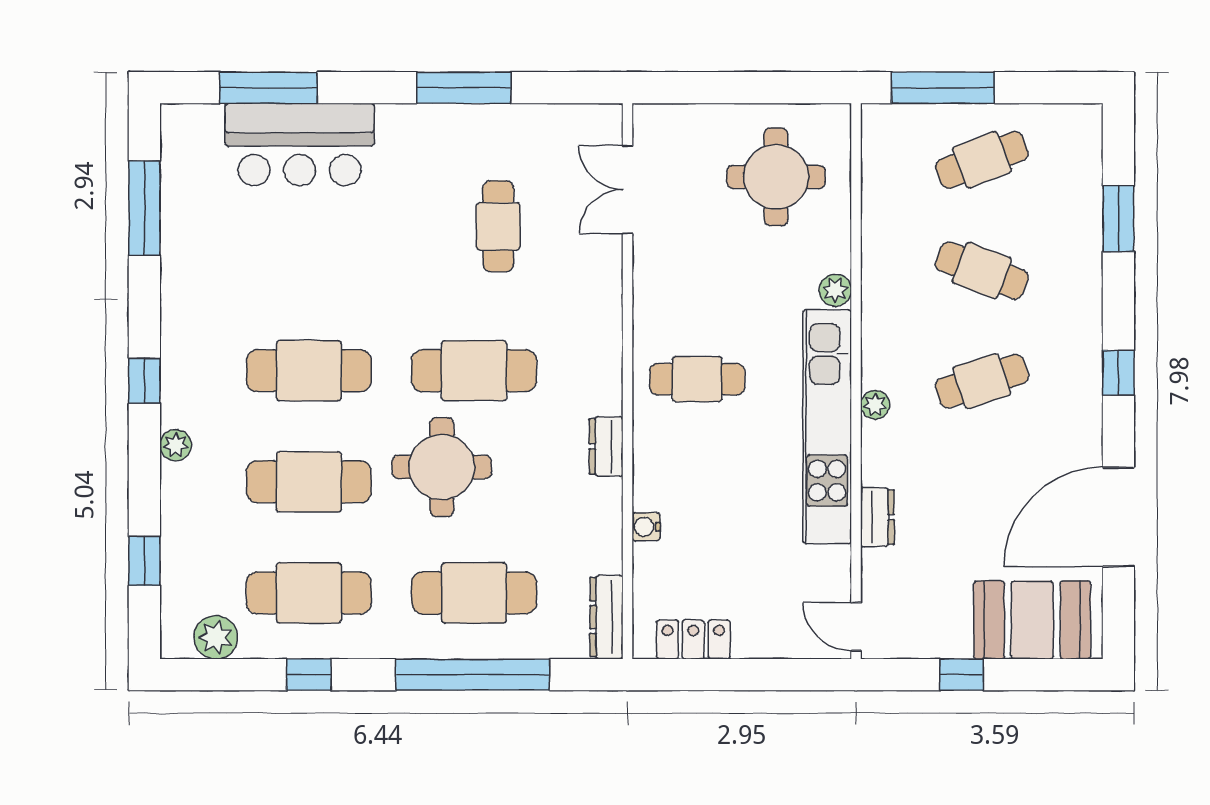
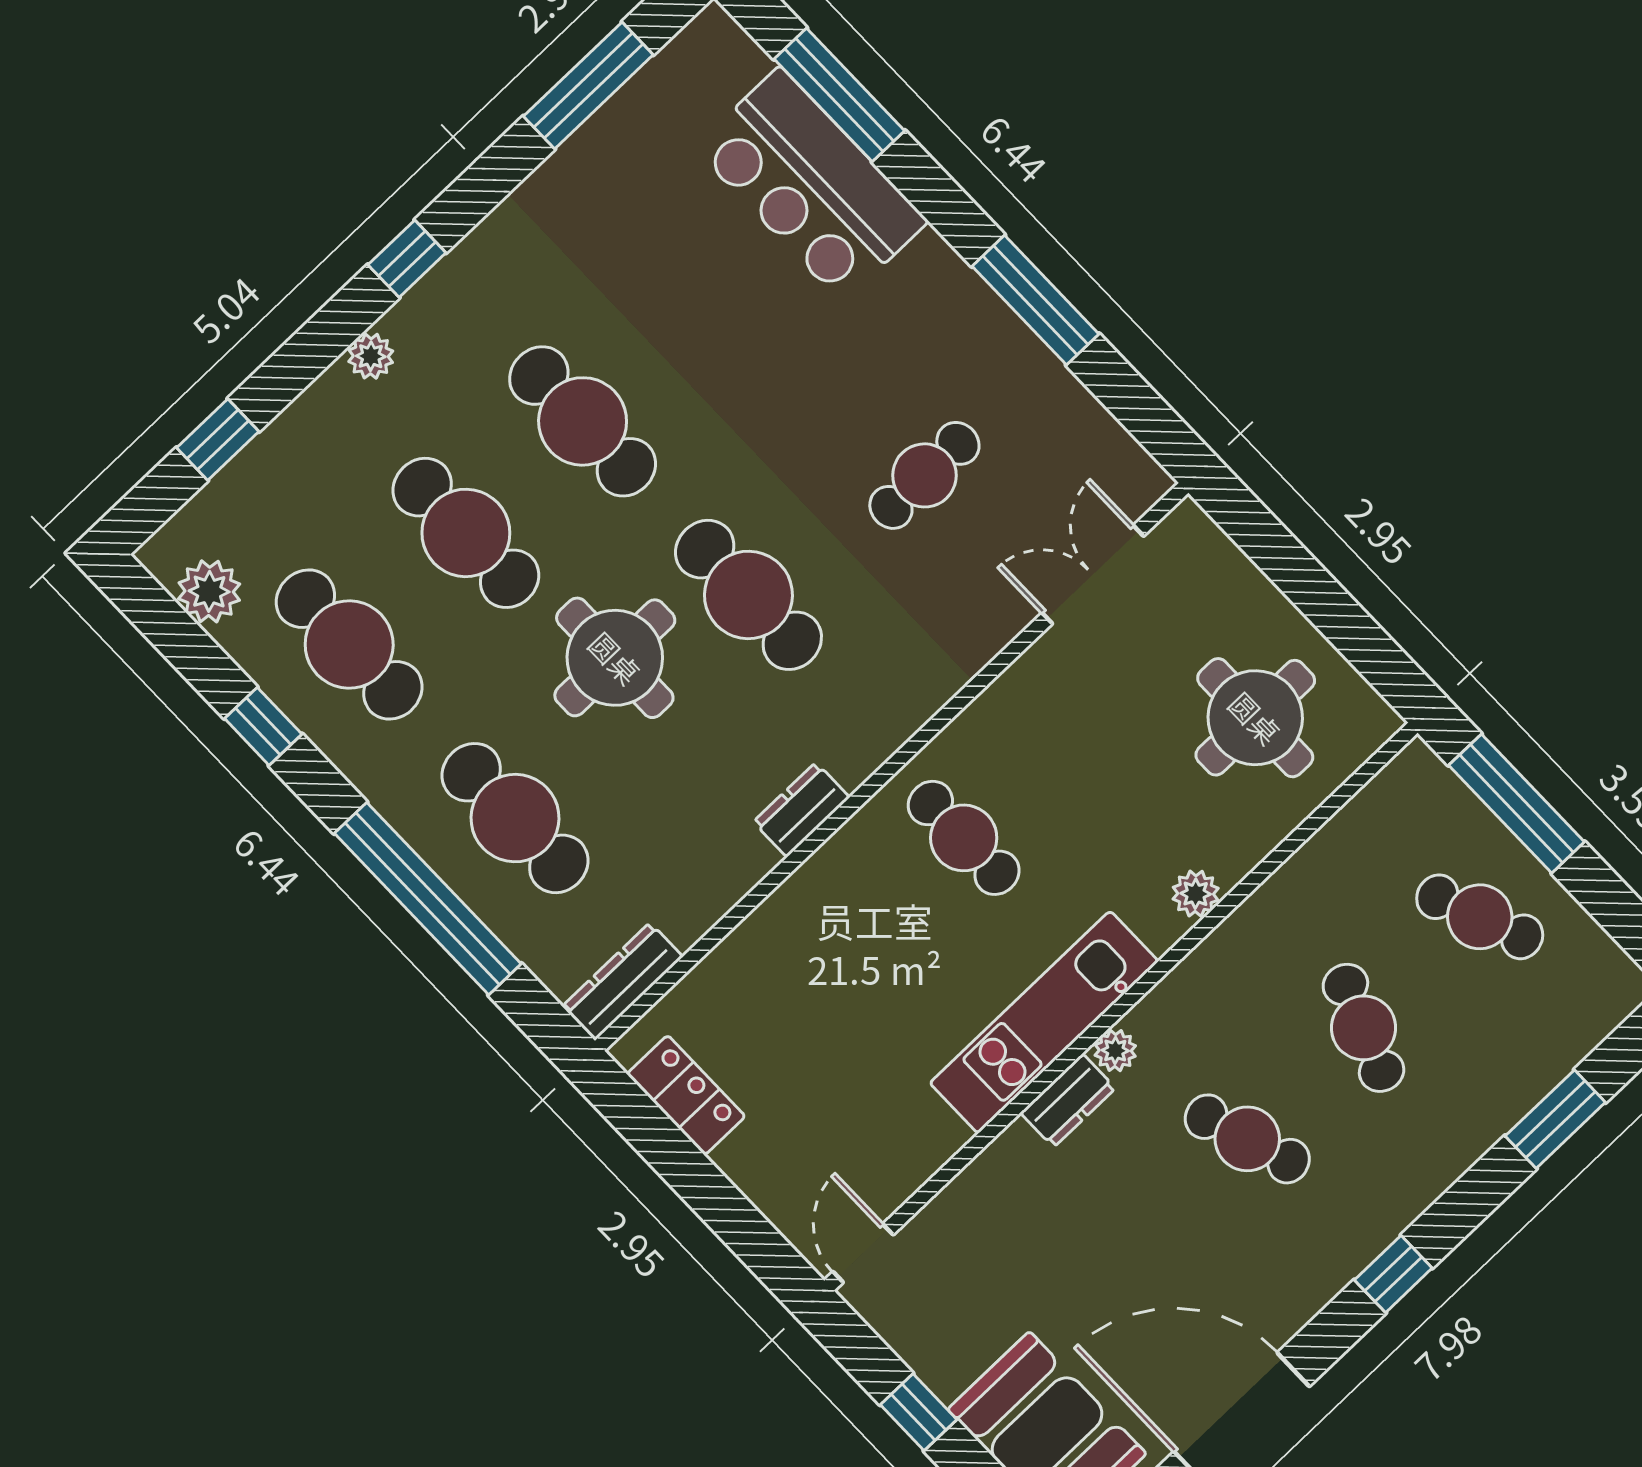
kitchen unit: (827, 427) -> (1044, 1022), width x0.73
dresser: (877, 517) -> (1068, 1100), moved
water cooler: (646, 527) -> (757, 933), removed

